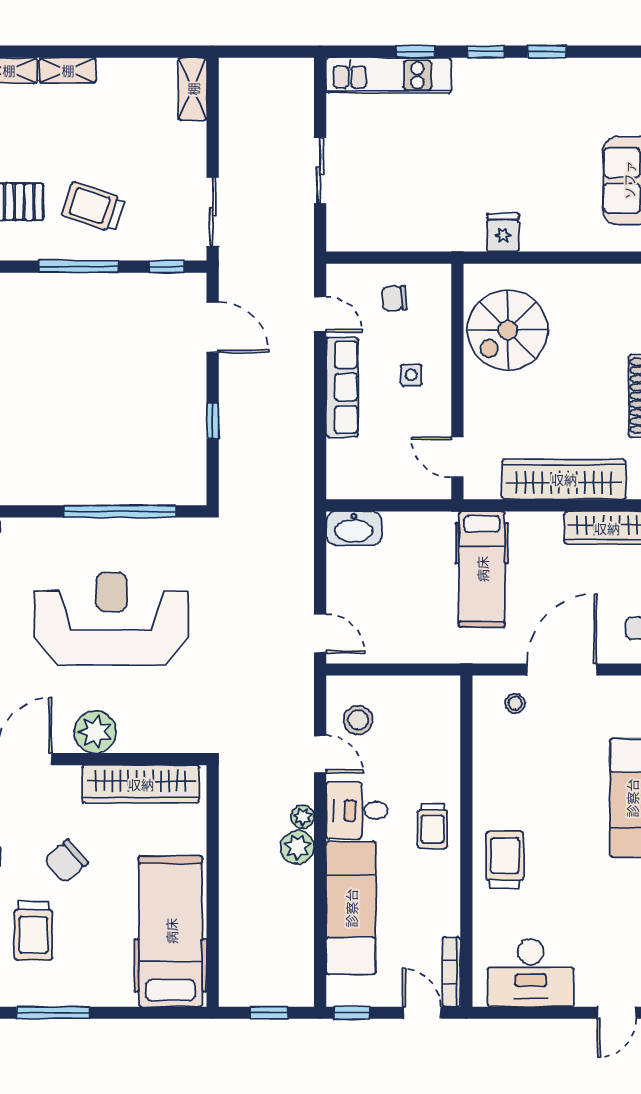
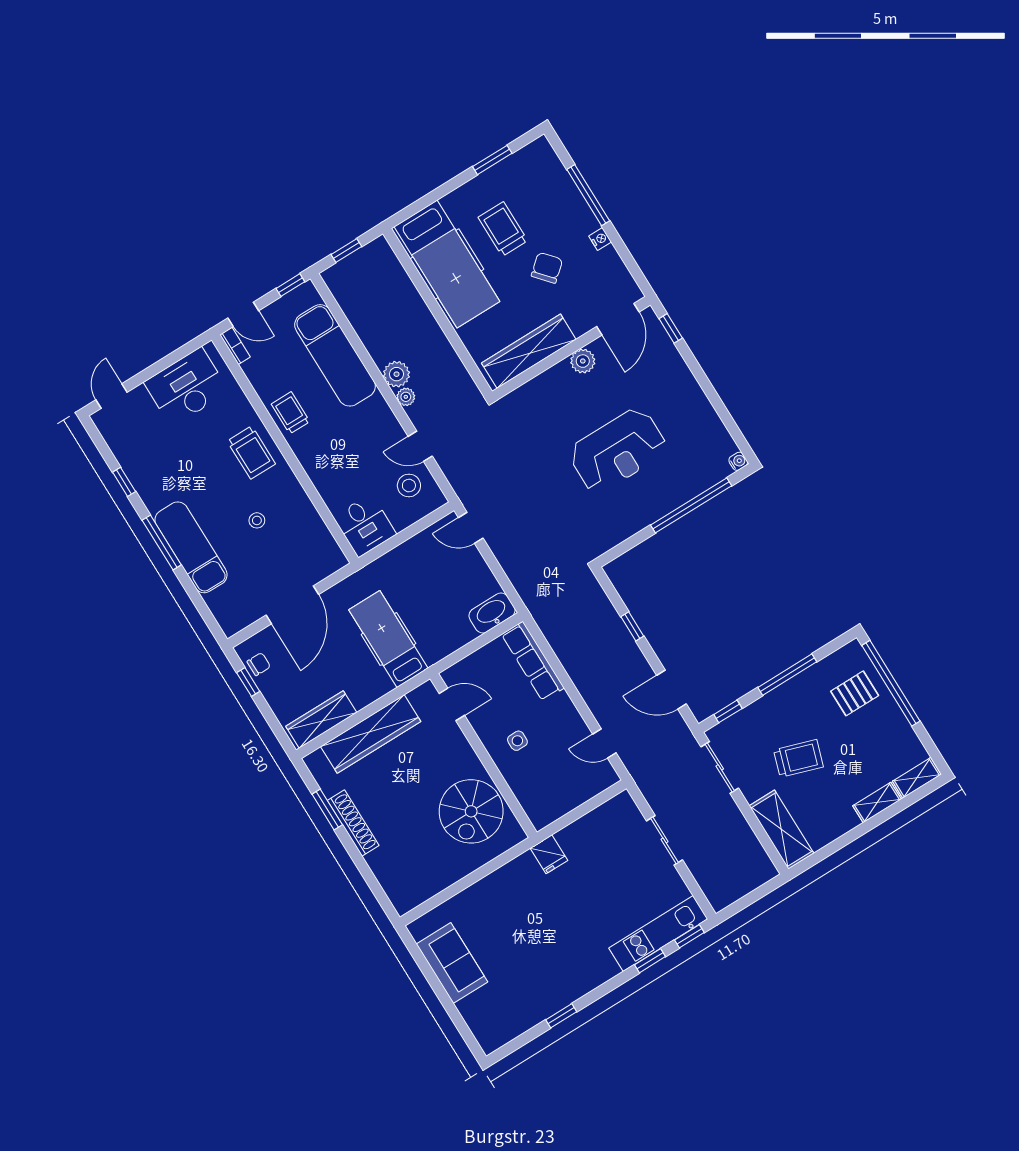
window: (486, 52) -> (689, 936), moved
shelving: (193, 89) -> (781, 830), width x1.50, depth x1.33
trolley: (93, 207) -> (798, 758), moved
fridge: (503, 232) -> (549, 854), moved
chair: (394, 298) -> (561, 785), removed
spiral stairs: (508, 330) -> (471, 811), turned 180
row of seats: (342, 387) -> (533, 661), moved
window: (120, 511) -> (691, 505), moved
reception desk: (111, 619) -> (618, 450), width x0.74, depth x0.77
stool: (515, 703) -> (257, 520), moved
plant: (95, 732) -> (583, 361), width x0.73, depth x0.73
desk: (357, 810) -> (365, 525), moved, turned 90
trolley: (433, 826) -> (290, 413), moved
trolley: (33, 931) -> (503, 229), moved
bookcase: (451, 972) -> (235, 346), width x0.64
window: (53, 1013) -> (492, 160), width x0.69

